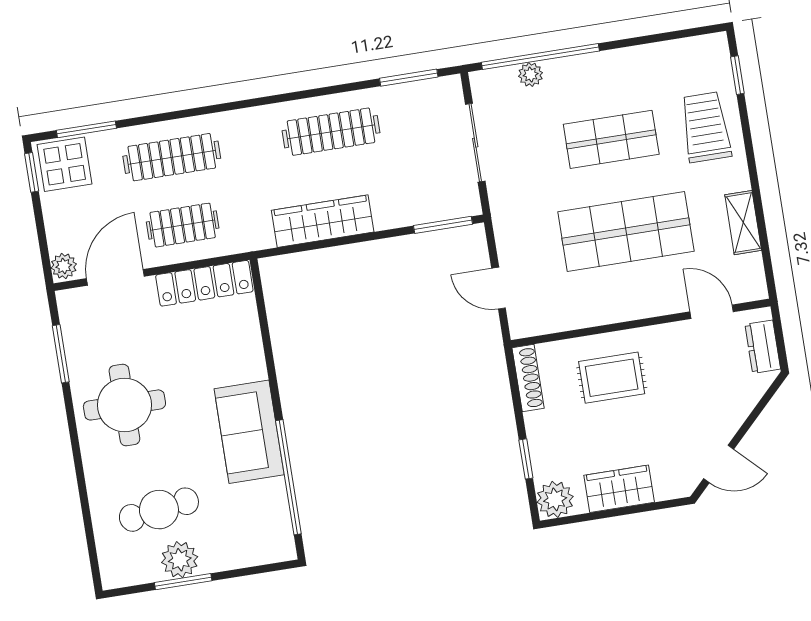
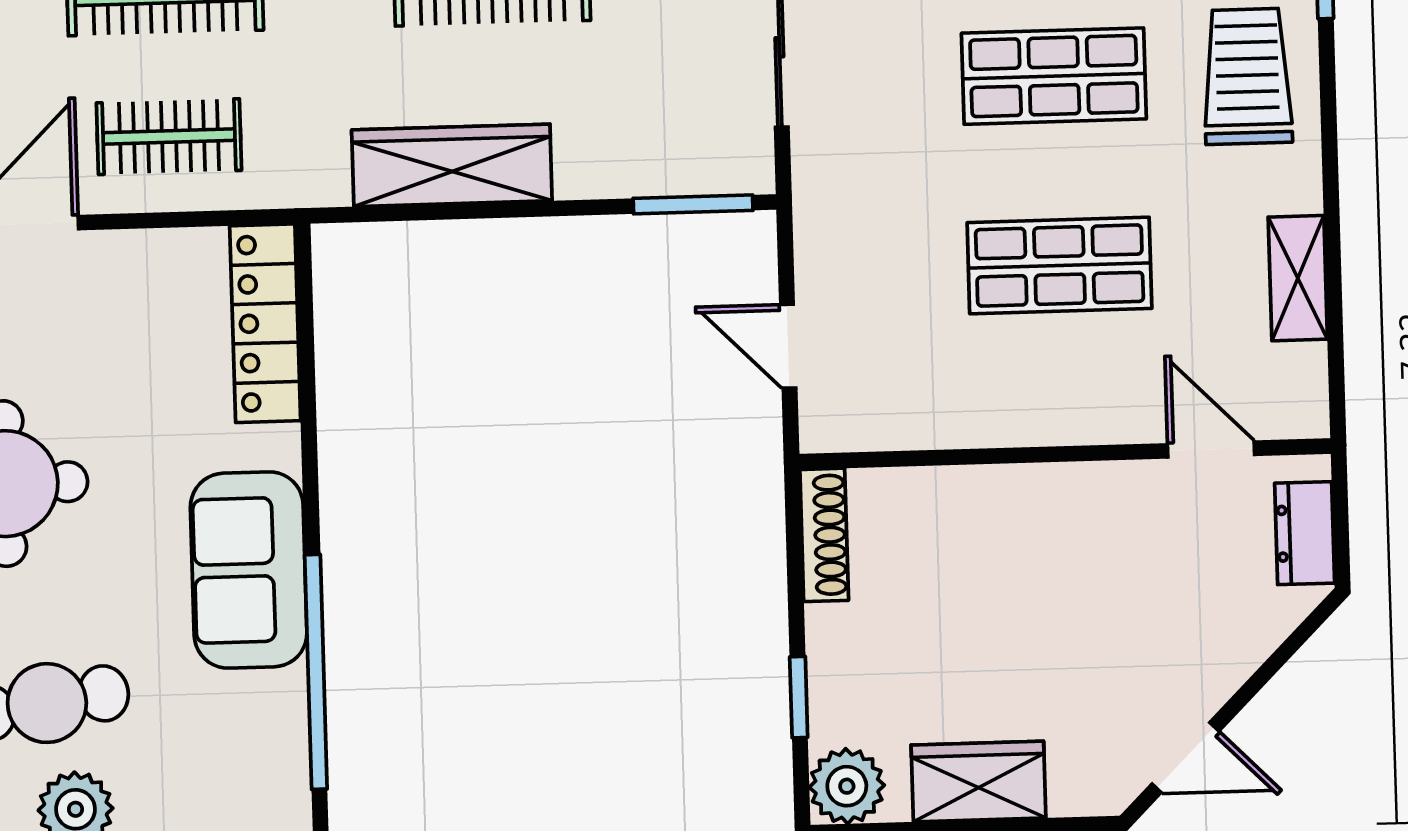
shop shelf: (626, 231) -> (1059, 265), width x0.70, depth x0.74
locker: (204, 283) -> (265, 323), moved, turned 90
rug: (612, 378) -> (993, 556), removed

